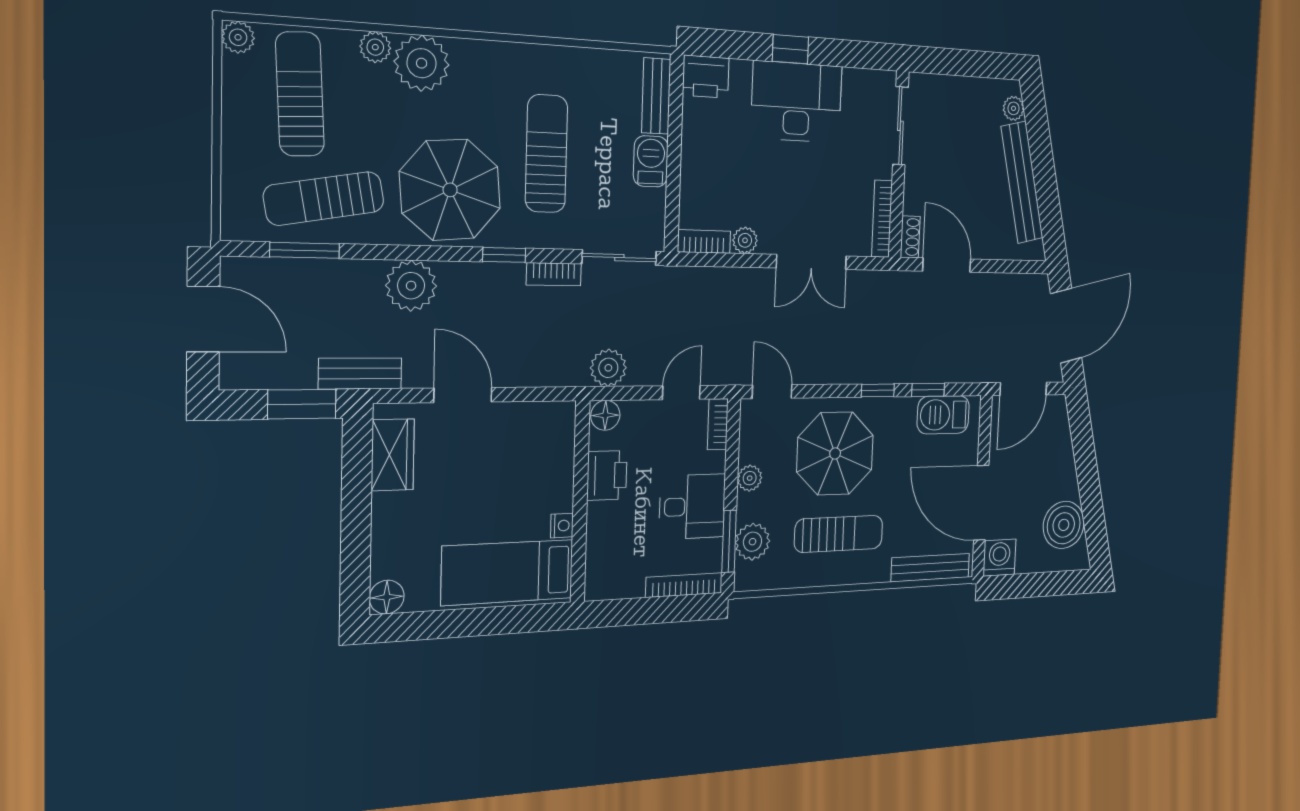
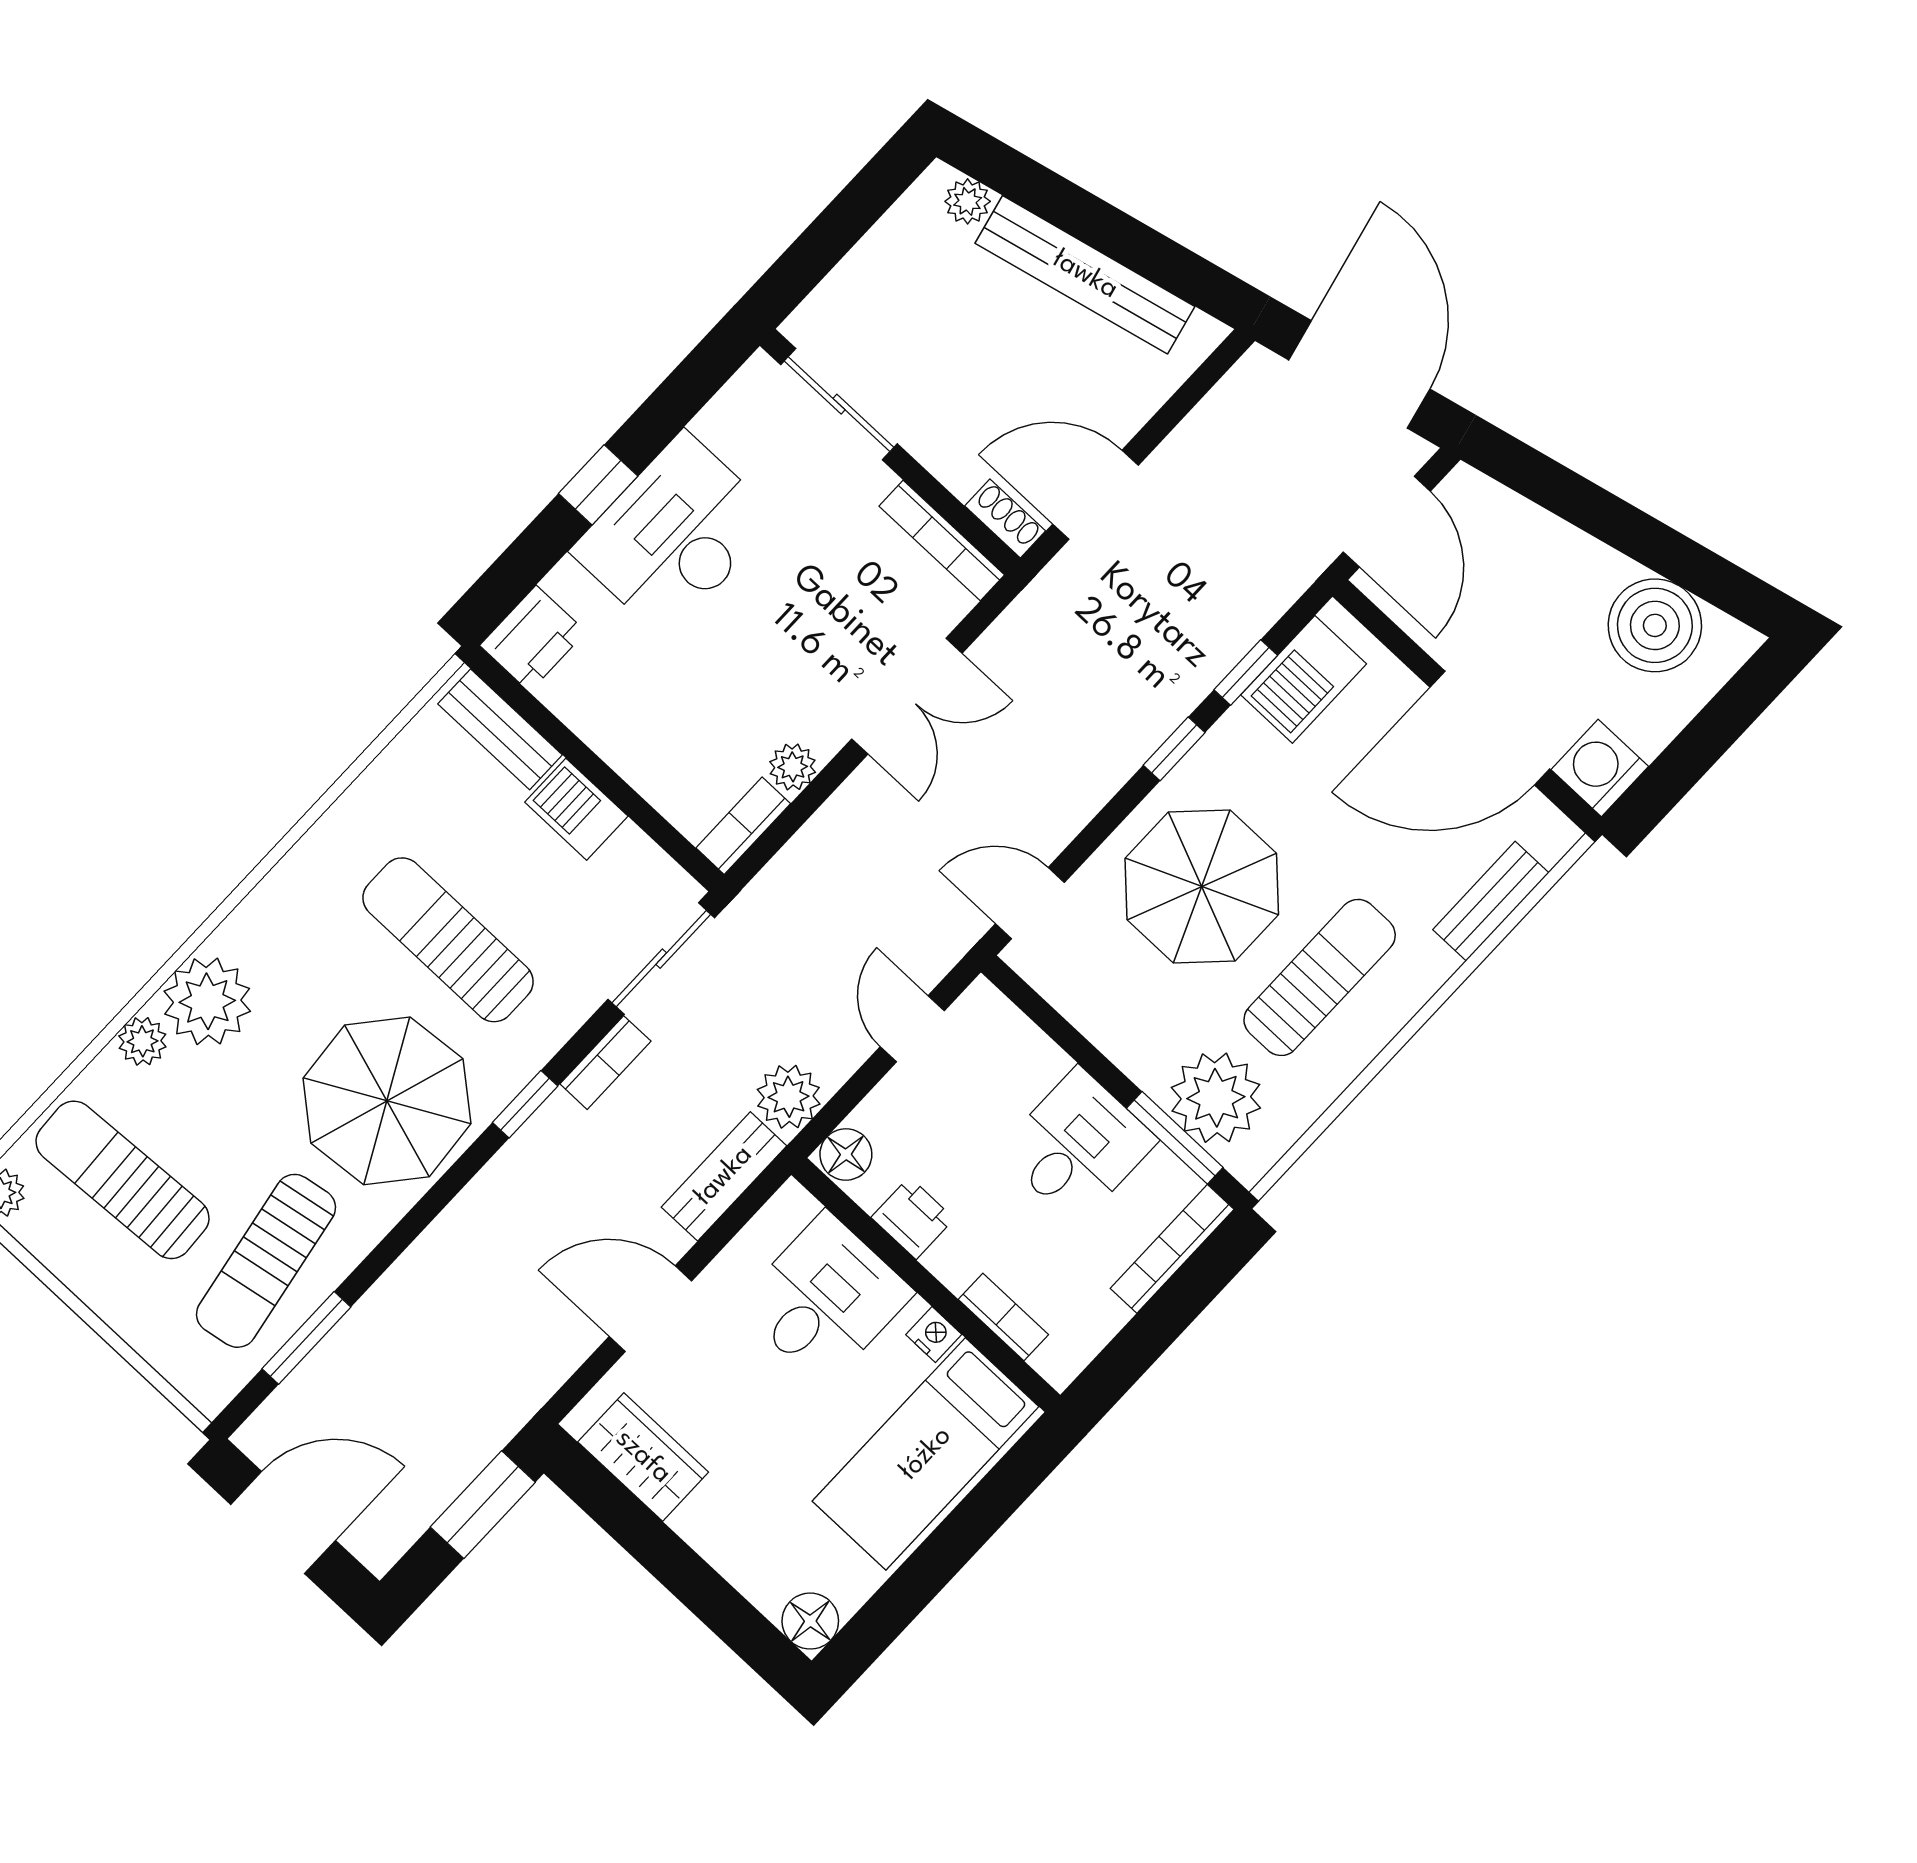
plant: (411, 286) -> (460, 1251), removed
bench: (360, 374) -> (724, 1176), moved
bookcase: (718, 424) -> (1003, 1317), moved, turned 180
desk: (536, 466) -> (825, 1299), added
printer: (607, 475) -> (913, 1218), width x0.73, depth x0.81
plant: (750, 478) -> (1117, 1036), removed
plant: (753, 542) -> (1216, 1098), width x1.36, depth x1.36
bench: (930, 568) -> (1491, 901), width x0.73

